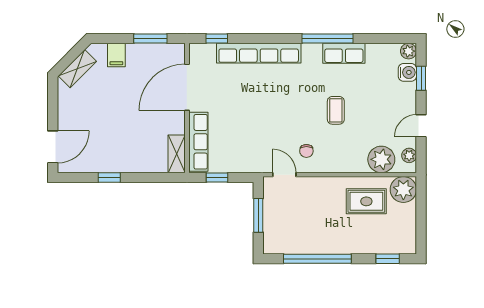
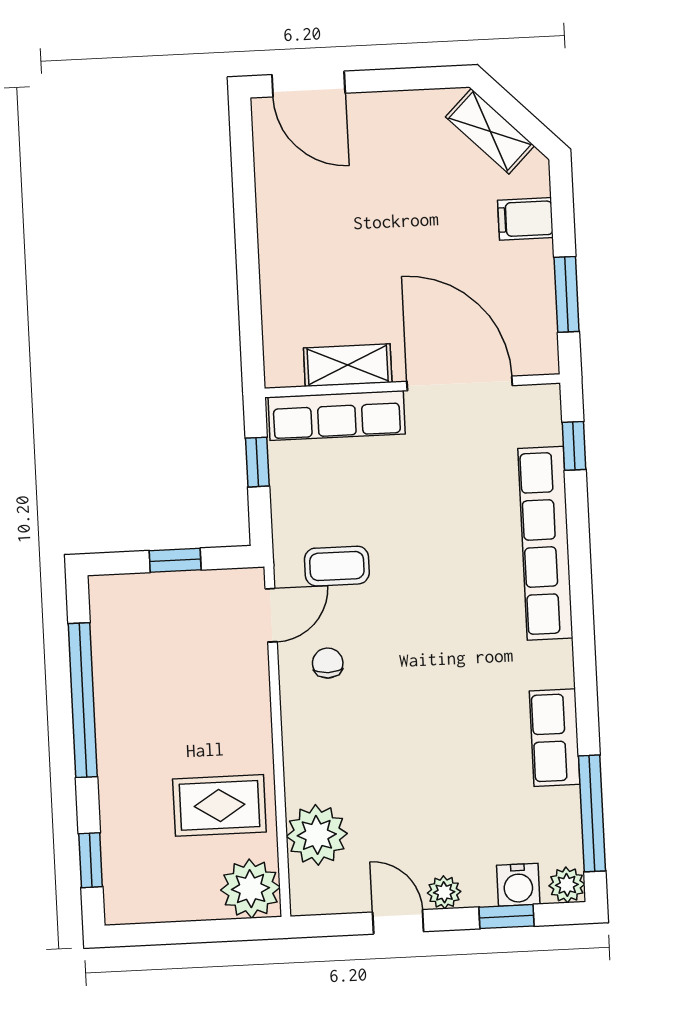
window: (328, 39) -> (592, 813), moved
coffee table: (336, 110) -> (337, 566), moved
chair: (306, 151) -> (328, 663), turned 90
shelving: (177, 154) -> (348, 365), moved
plant: (409, 155) -> (444, 892), moved
window: (109, 177) -> (245, 216), removed
rug: (366, 201) -> (219, 805), turned 90
window: (258, 215) -> (175, 560), width x0.67

